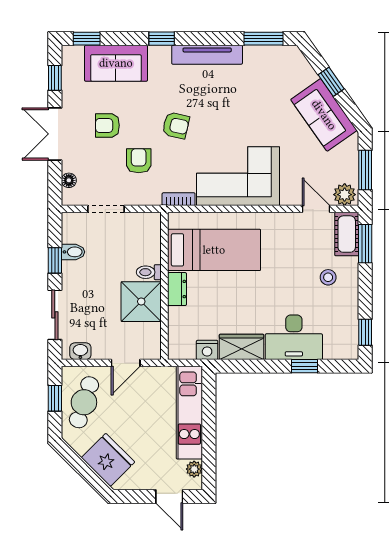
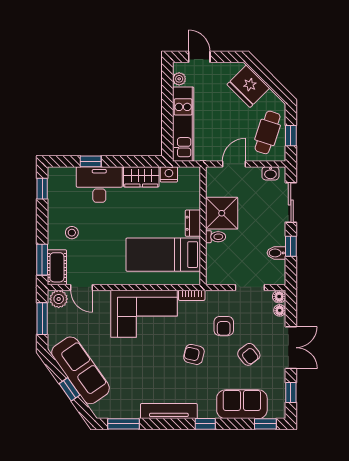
sofa: (324, 115) -> (80, 370), width x1.36
armchair: (107, 125) -> (249, 354), turned 52
floor lamp: (70, 198) -> (279, 297), added

